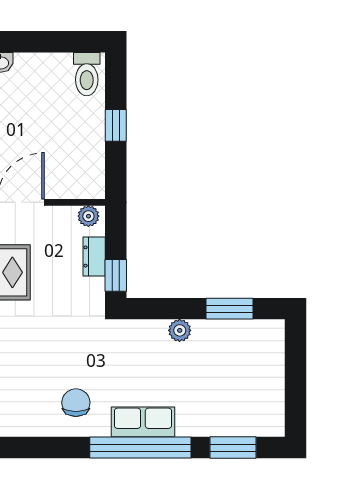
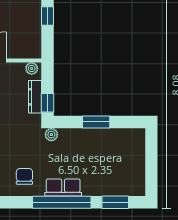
dresser: (94, 257) -> (35, 97), width x1.44
window: (229, 309) -> (96, 122), moved
plant: (180, 330) -> (51, 135), moved

